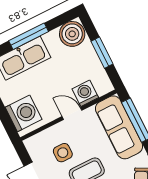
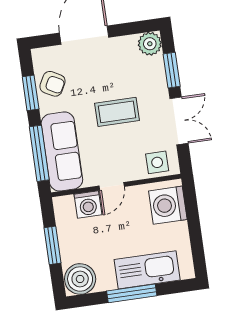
door: (72, 113) -> (112, 186), hinge flipped
side table: (63, 153) -> (157, 162), moved

